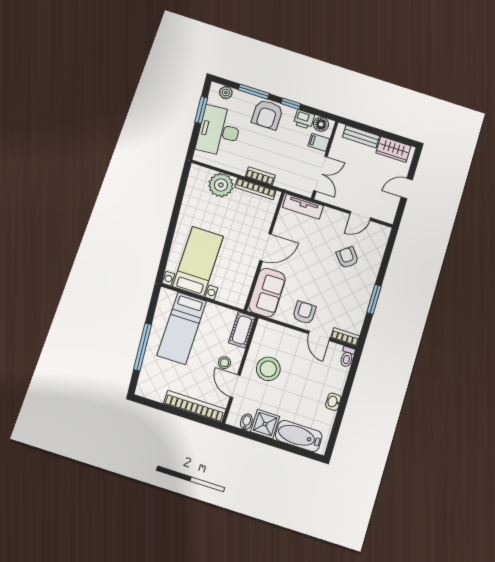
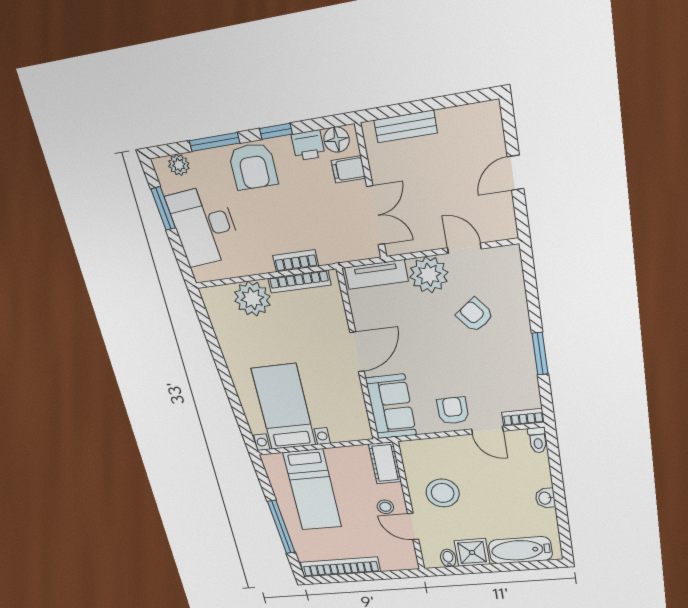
wardrobe: (393, 149) -> (465, 121), removed
door: (360, 216) -> (464, 248), swing flipped
plant: (333, 221) -> (429, 275), added
bookcase: (195, 406) -> (340, 567), moved

